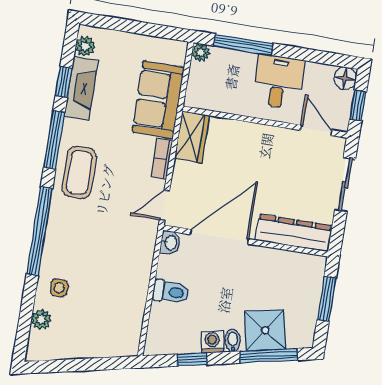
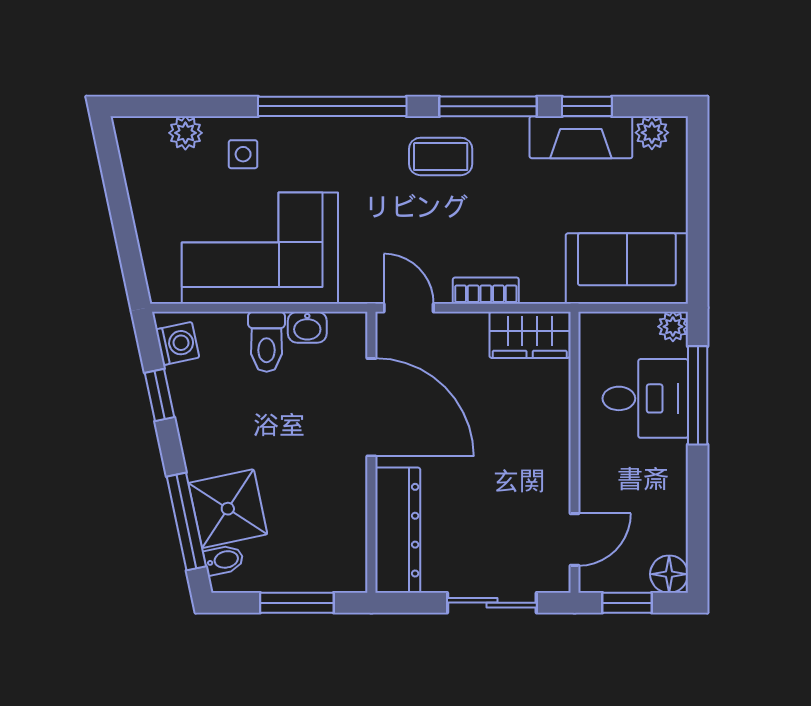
desk: (278, 82) -> (645, 398), moved
sofa: (158, 100) -> (627, 268), moved
coffee table: (79, 172) -> (441, 156), width x0.73, depth x0.77
washbasin: (170, 243) -> (307, 327), moved
corner sofa: (116, 287) -> (260, 248), added
bidet: (233, 341) -> (224, 560), moved
washing machine: (212, 342) -> (177, 343), moved

